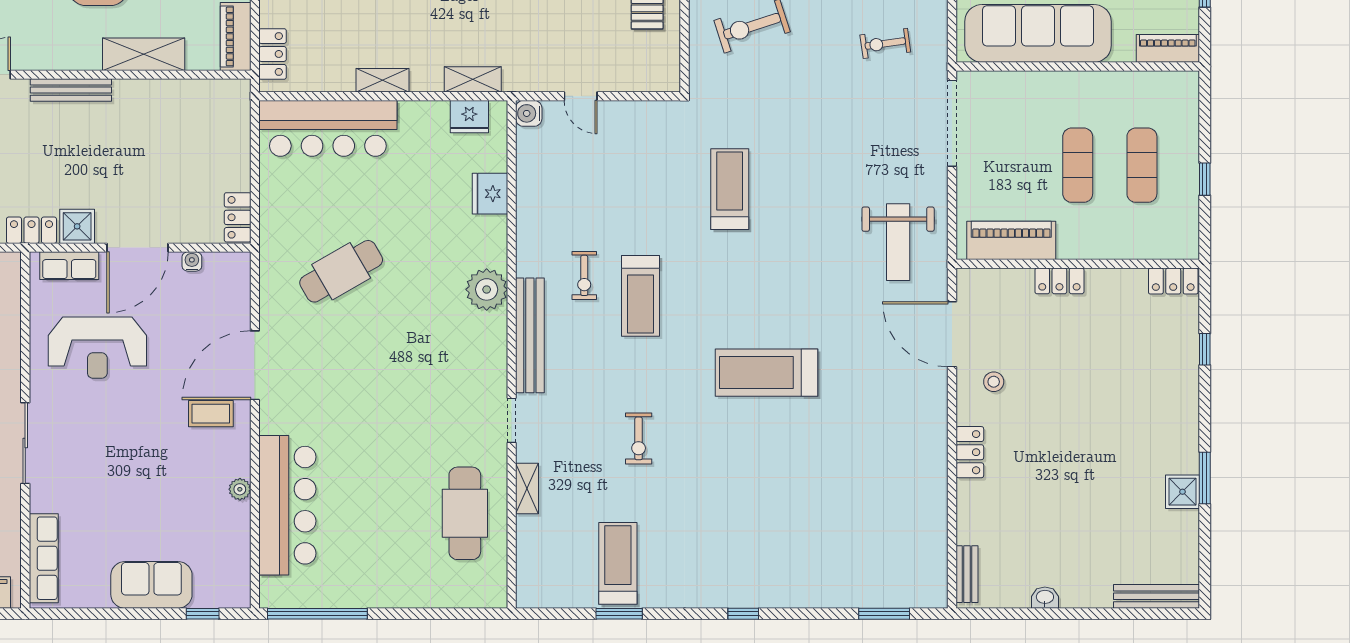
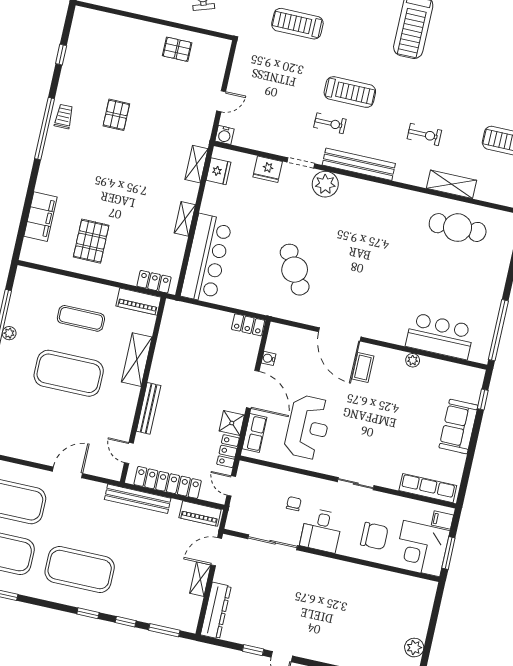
doorway: (512, 420) -> (301, 163), moved
exercise bike: (639, 438) -> (424, 134), moved
sliding door: (25, 443) -> (356, 484), width x0.73
shelving: (527, 489) -> (451, 184), width x1.50, depth x1.33
bar counter: (287, 505) -> (440, 336), width x0.73

